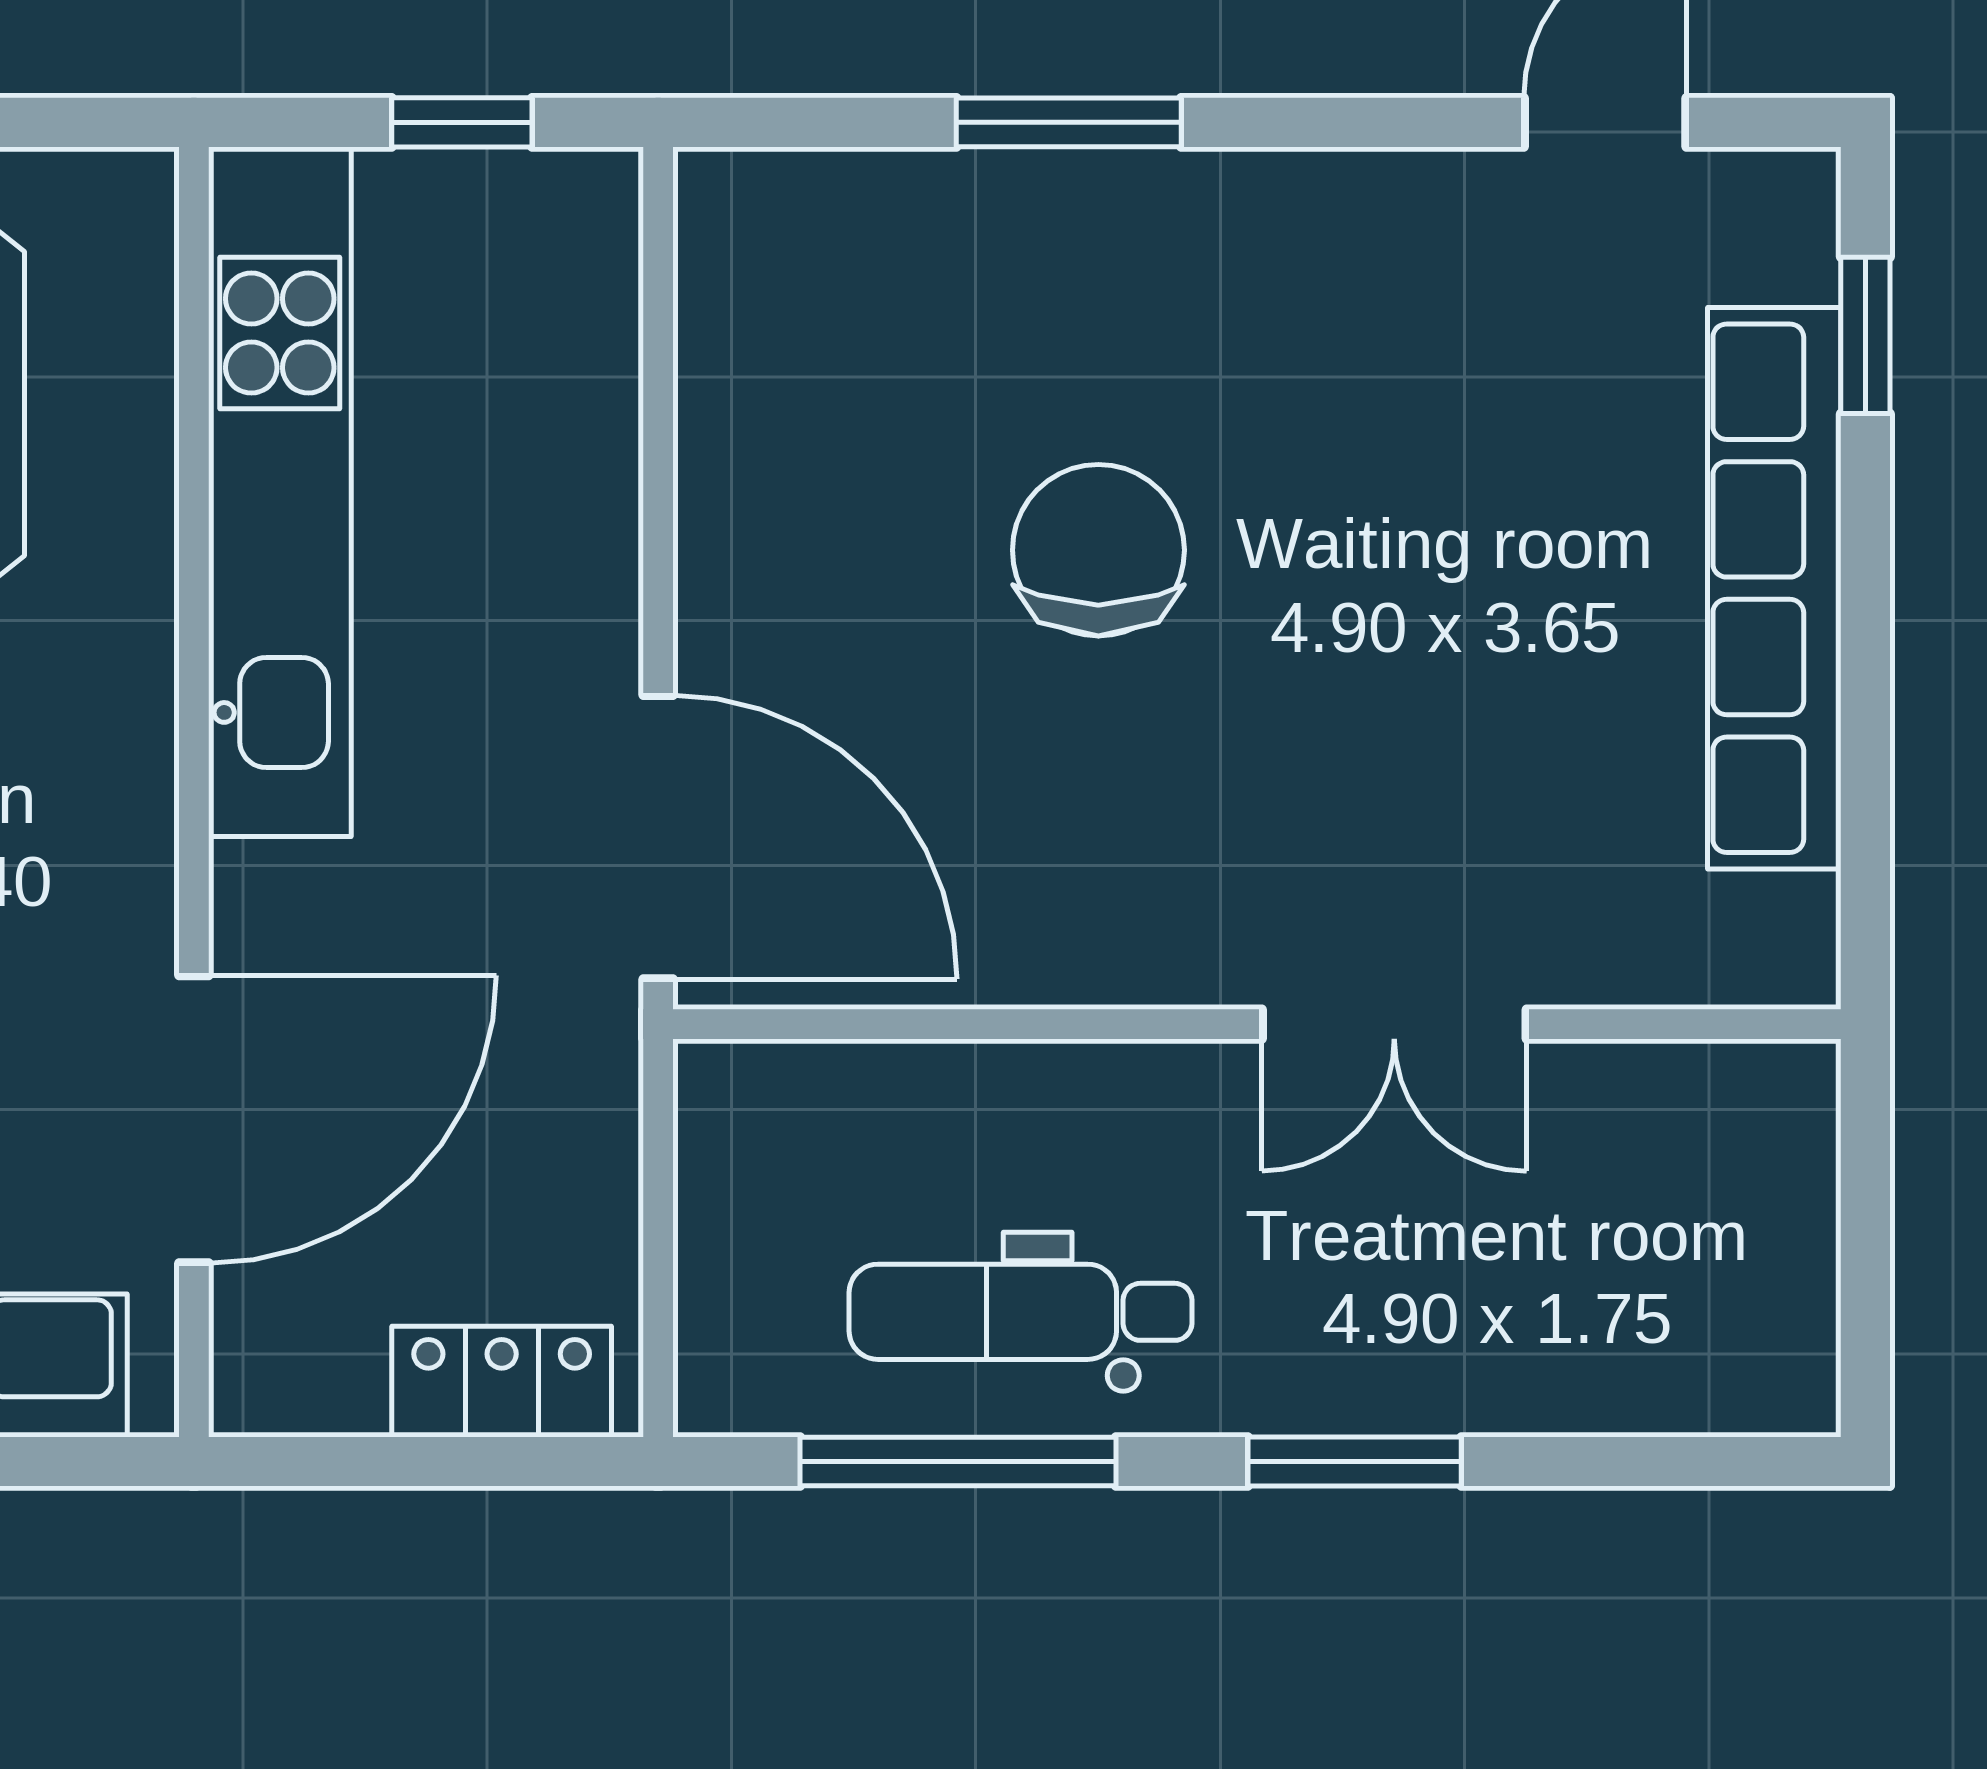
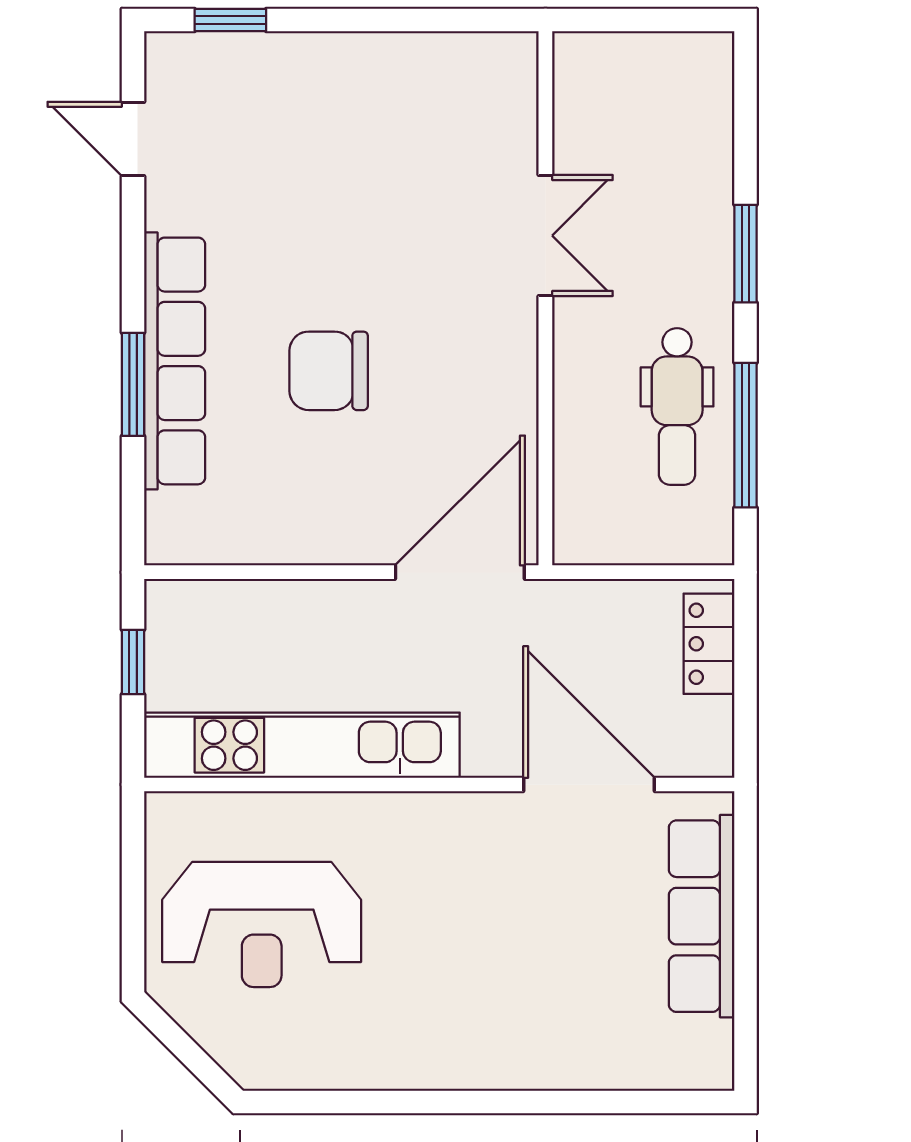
row of seats: (1774, 588) -> (175, 361), moved, turned -90

